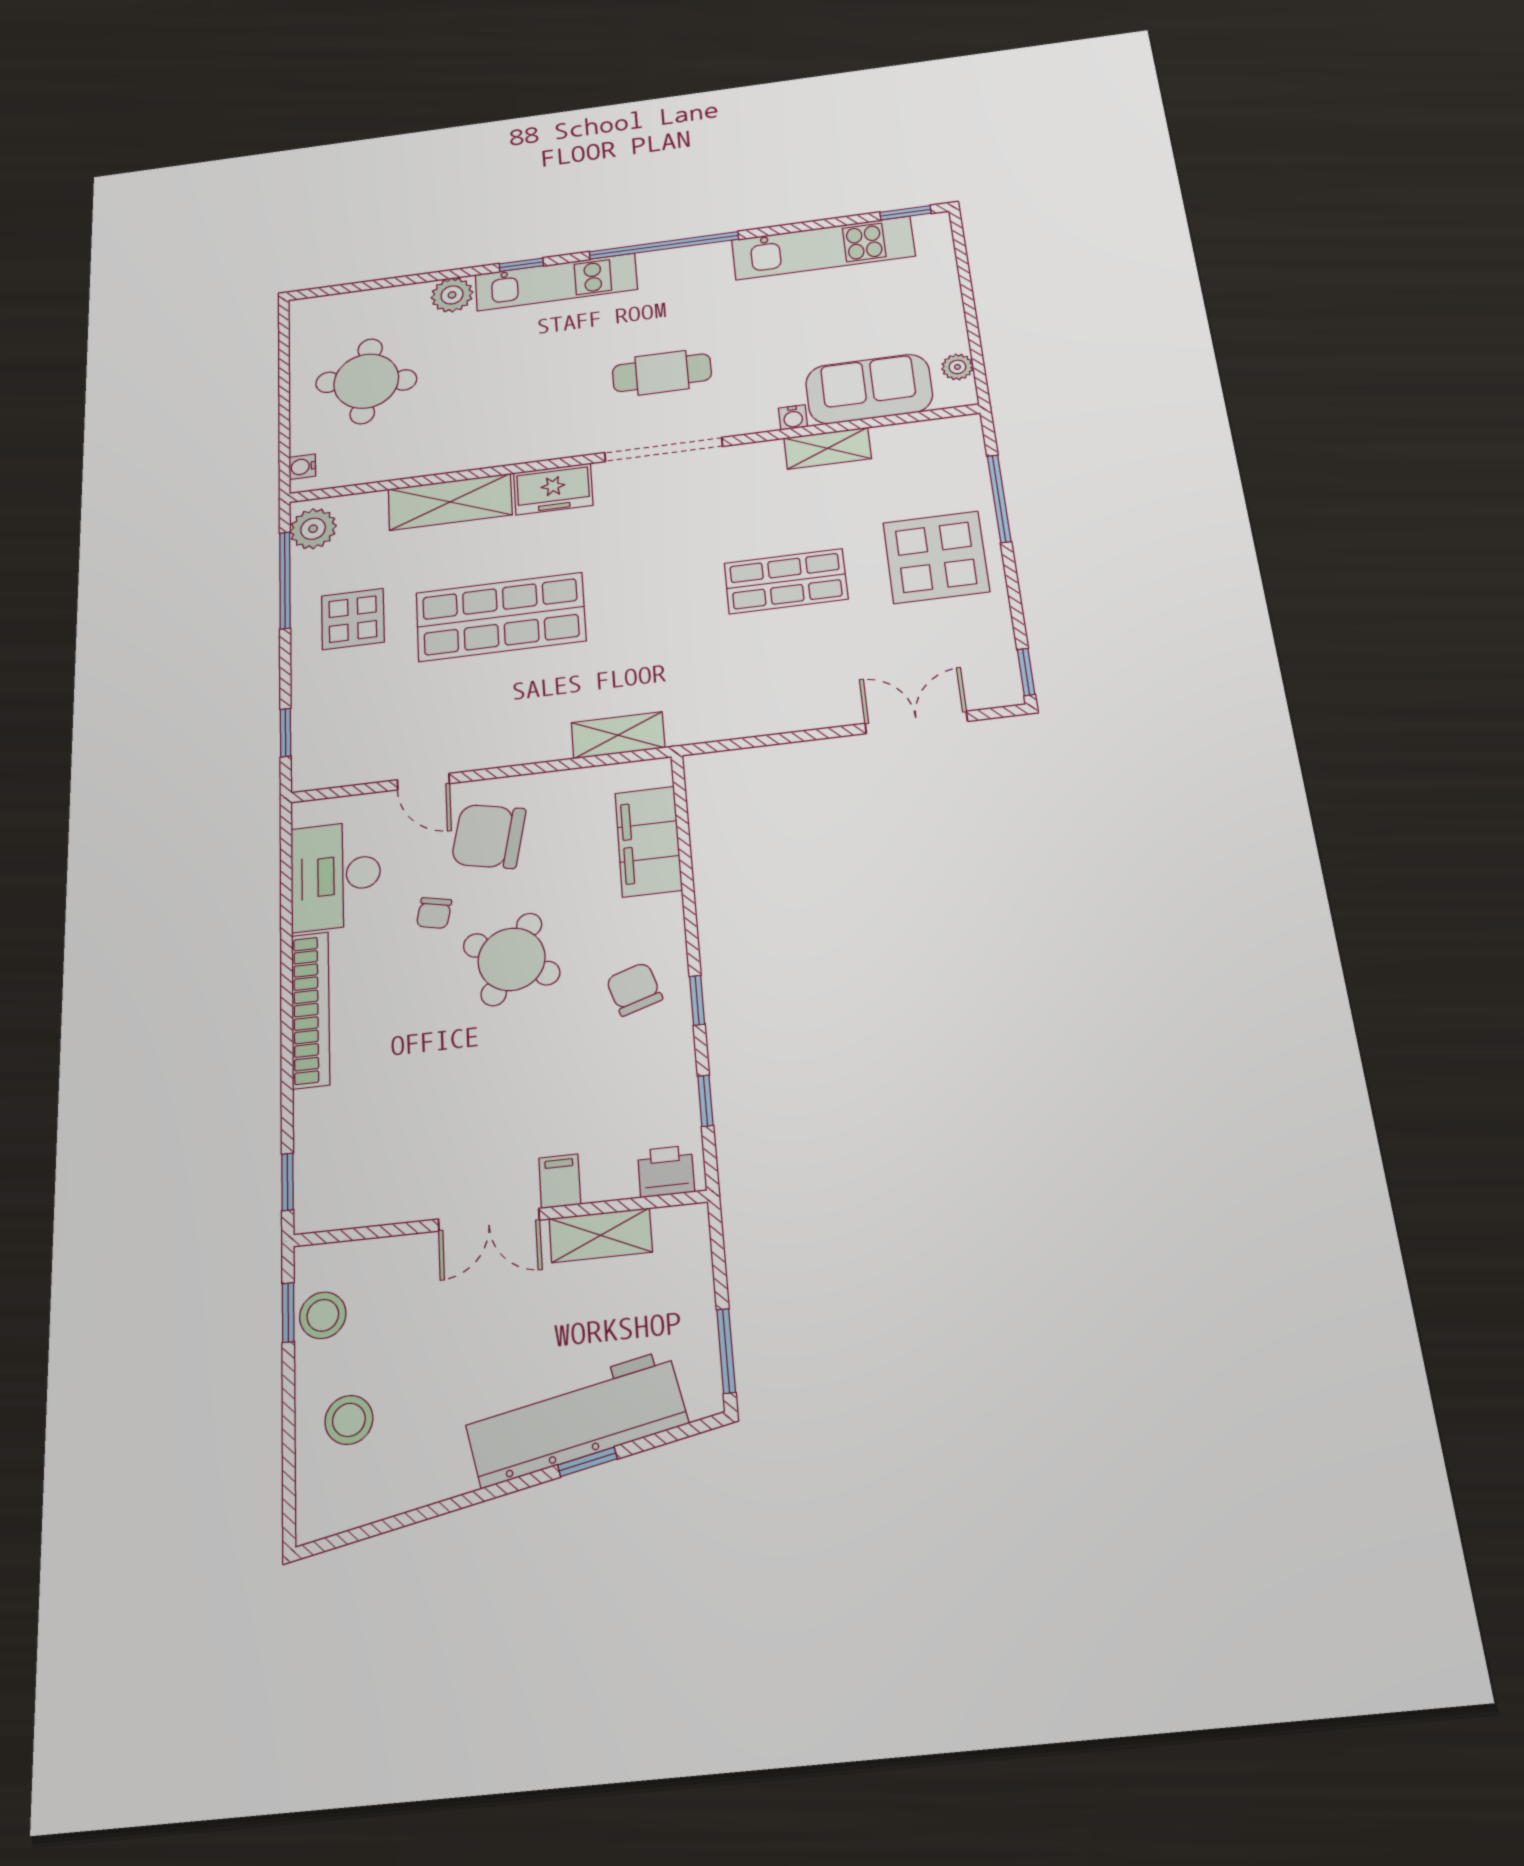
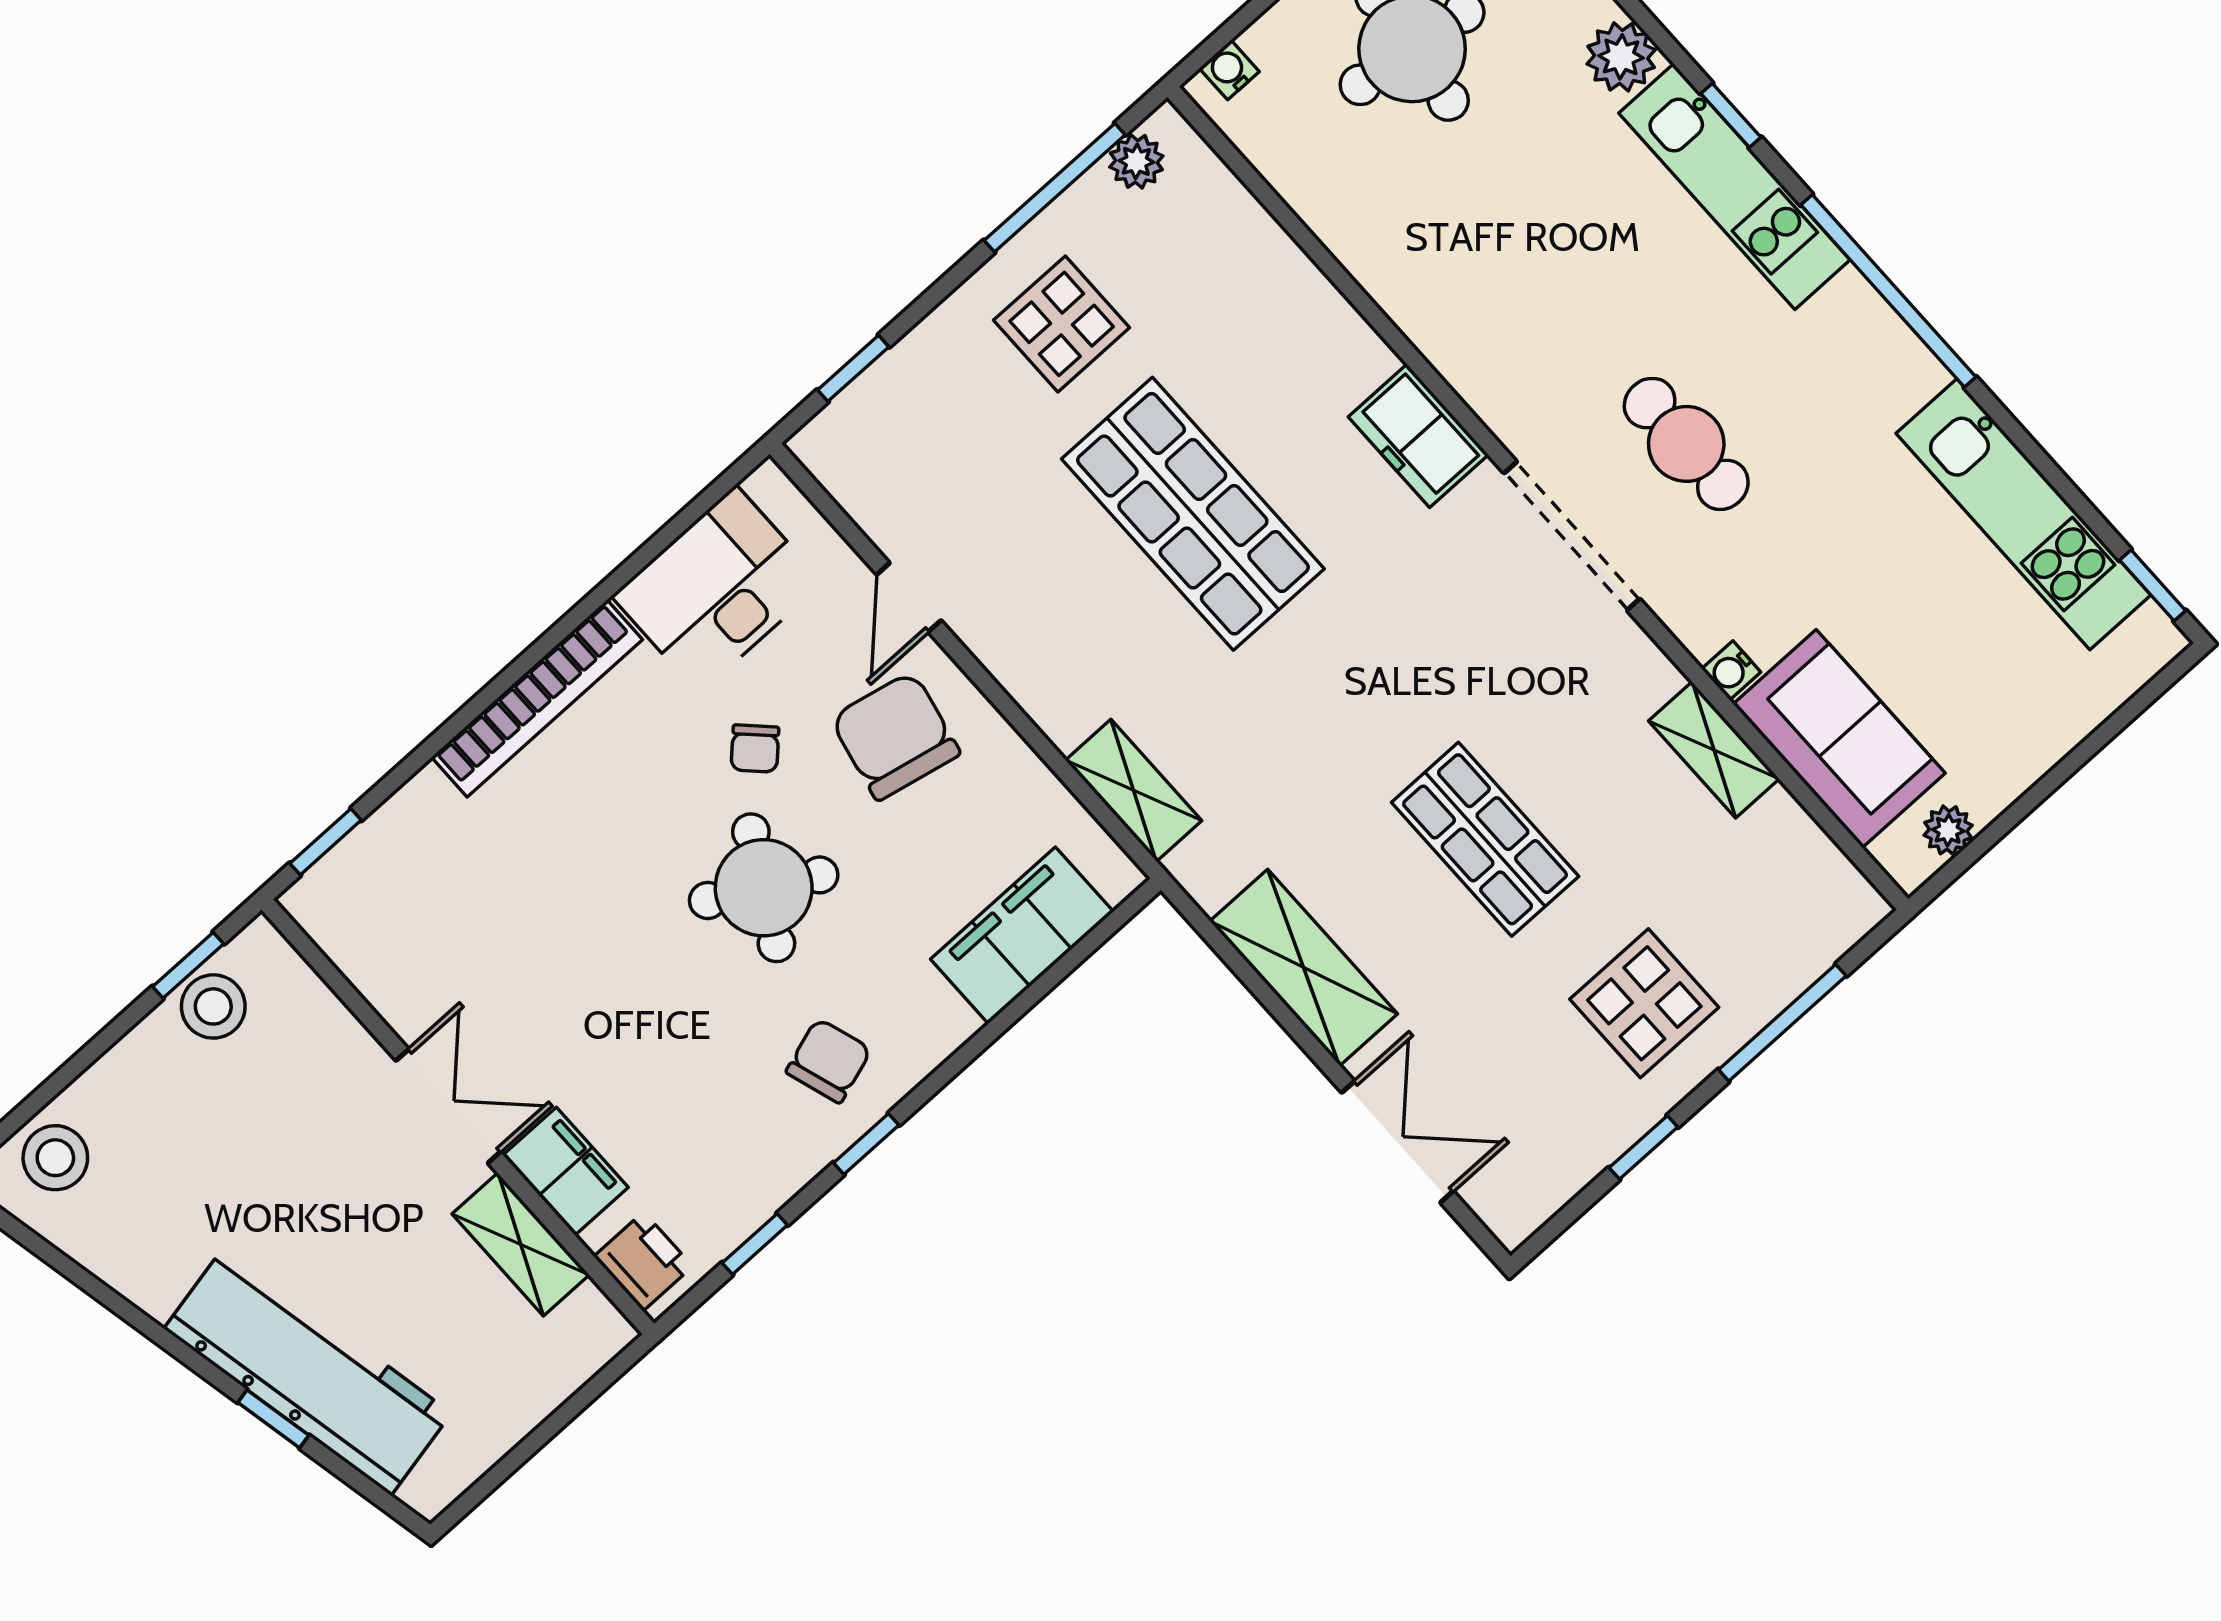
shelving: (450, 502) -> (1304, 967), moved
plant: (313, 529) -> (1136, 161), width x0.73, depth x0.73
display table: (936, 557) -> (1644, 1003), width x0.73, depth x0.73
window: (1026, 672) -> (1643, 1147), moved
chair: (434, 913) -> (755, 748), turned -57
filing cabinet: (560, 1181) -> (566, 1171), width x2.00
double door: (489, 1220) -> (448, 1106), swing flipped
window: (726, 1351) -> (495, 1477), removed
stool: (349, 1420) -> (55, 1158), moved

